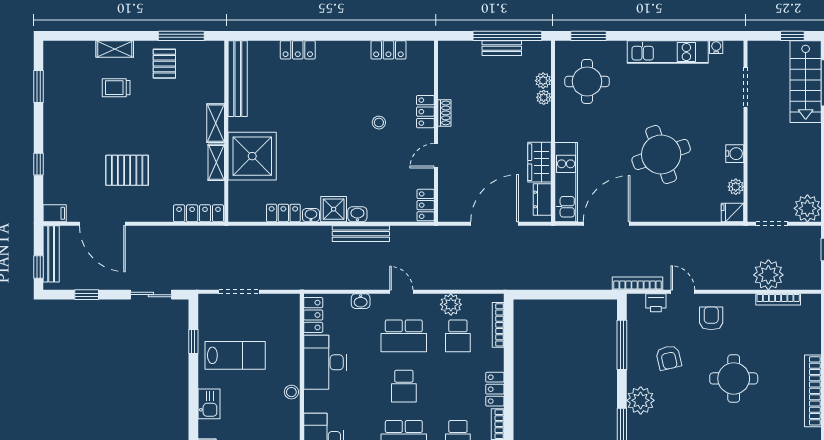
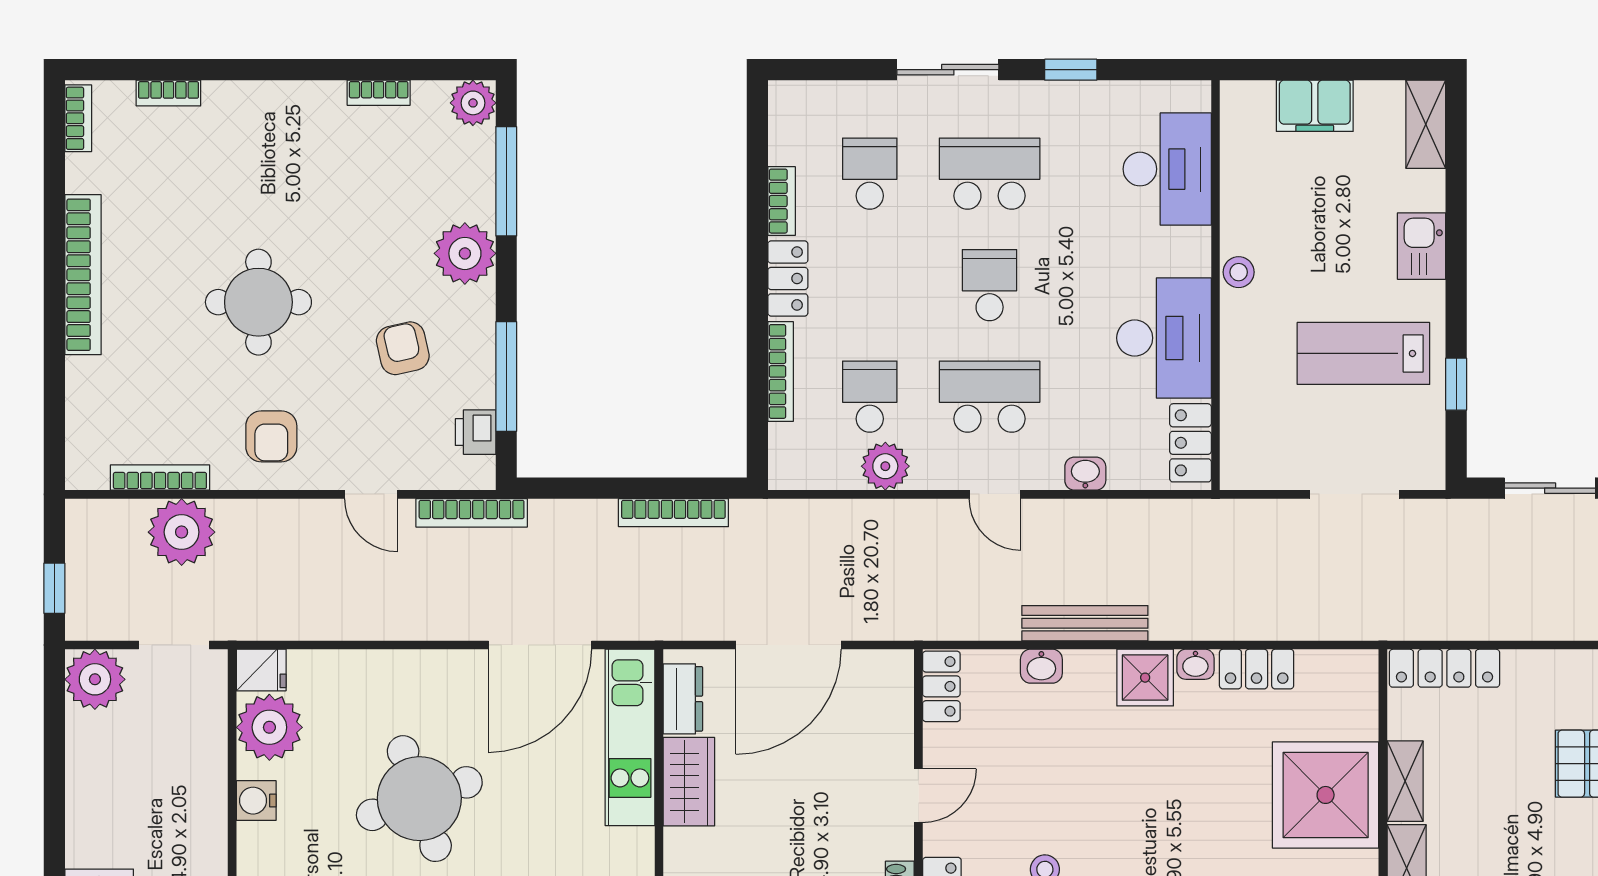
plant: (736, 187) -> (269, 727), width x1.87, depth x1.87
washbasin: (357, 214) -> (1041, 666), moved
bookcase: (546, 284) -> (673, 513), added
printer: (656, 303) -> (476, 432), moved, turned -90
armchair: (711, 318) -> (271, 436), moved
bookcase: (498, 325) -> (781, 371), moved

